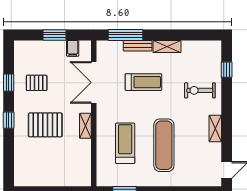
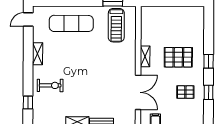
treadmill: (144, 82) -> (97, 92), removed
treadmill: (125, 143) -> (116, 25), moved
exercise mat: (164, 145) -> (71, 23), moved, turned 90

